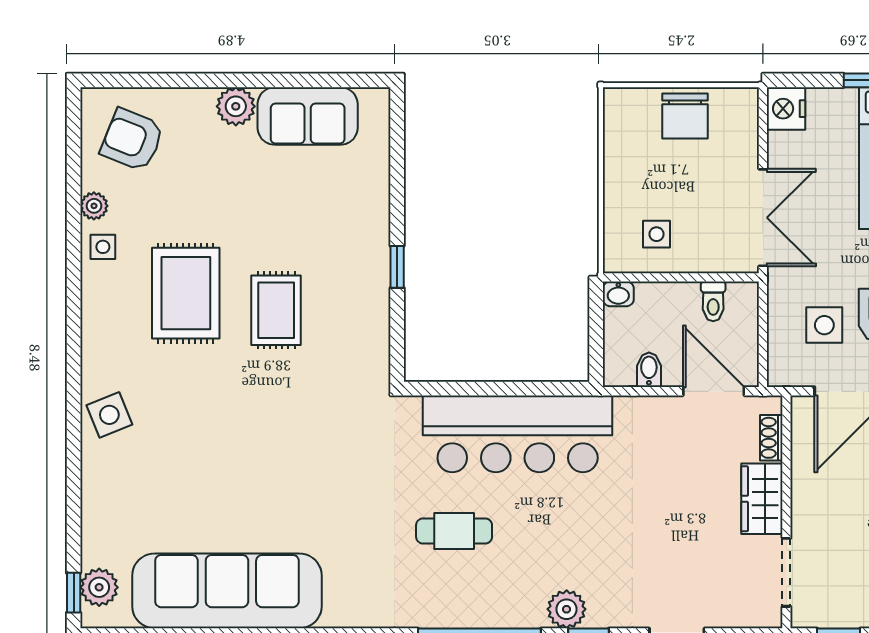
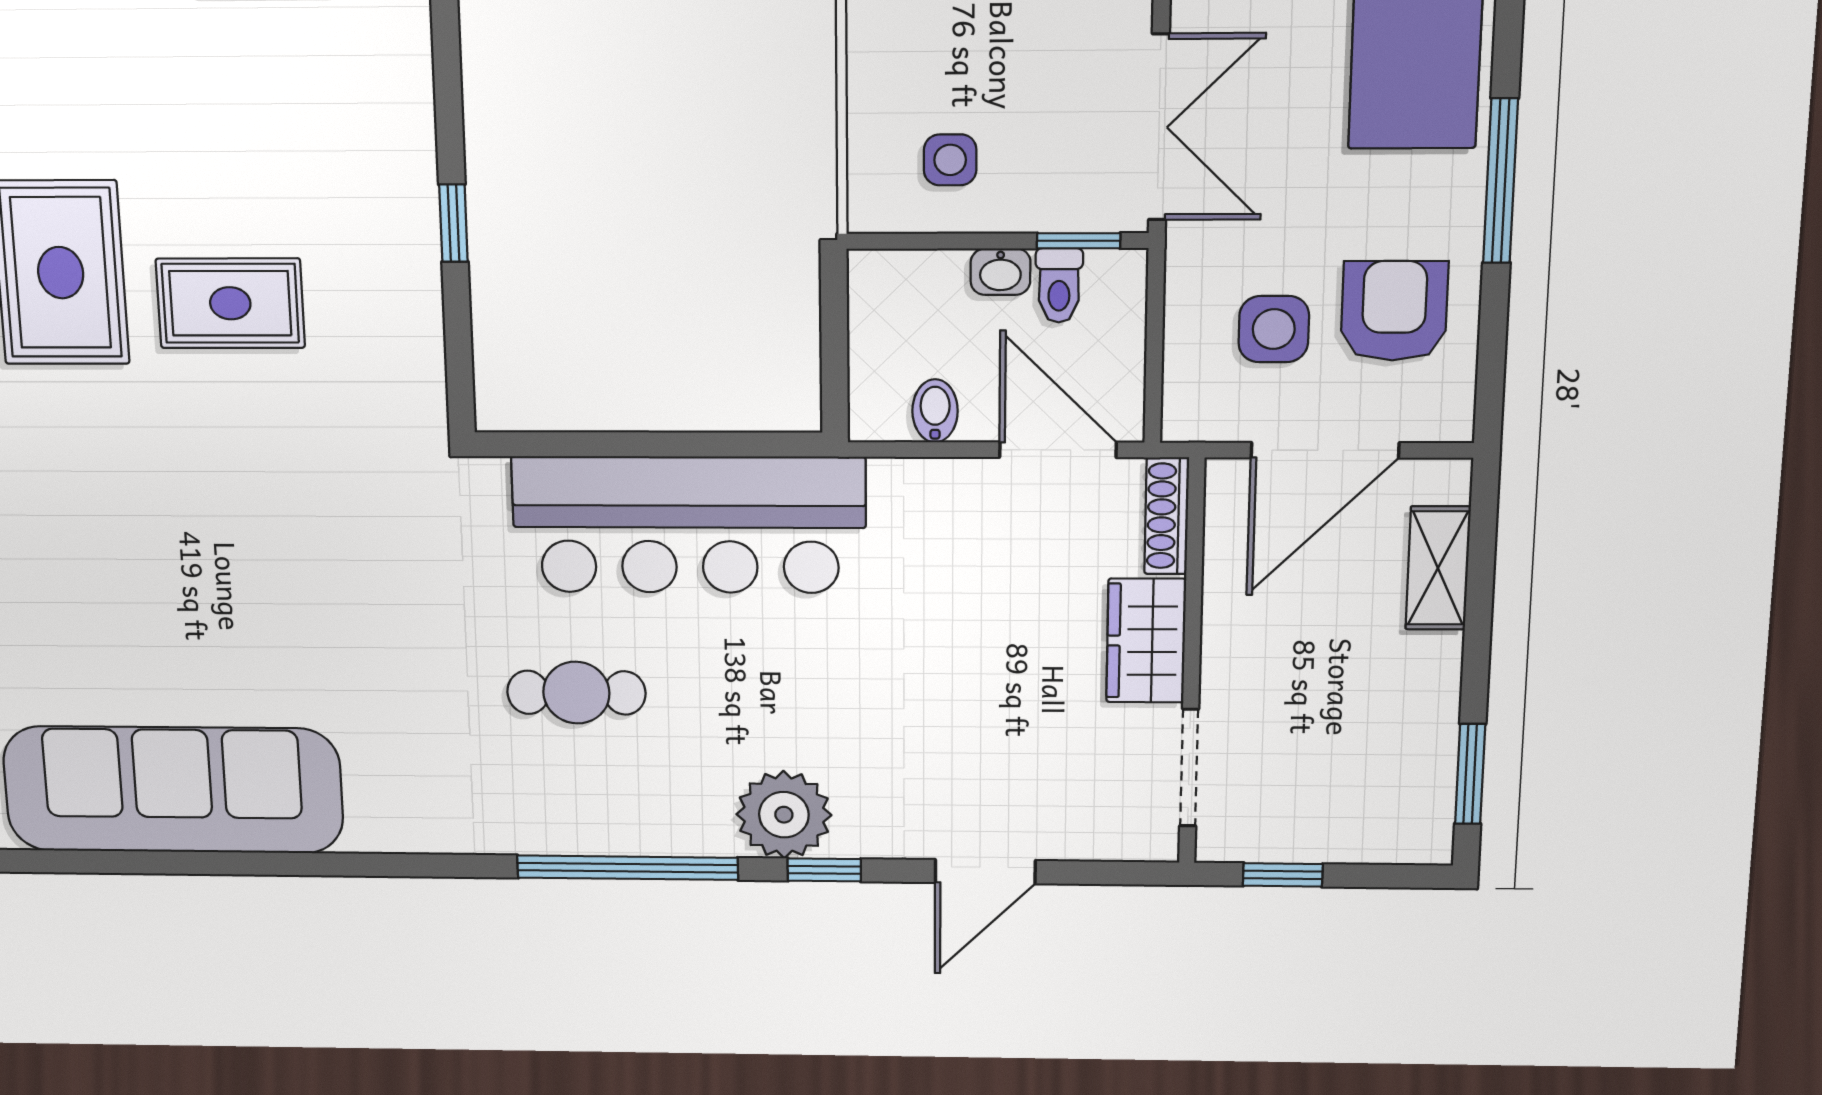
window: (723, 277) -> (1079, 241), added
washbasin: (618, 294) -> (1000, 272), moved
rug: (276, 310) -> (230, 303), turned 90
shoe rack: (771, 438) -> (1167, 516), width x1.43
plant: (567, 609) -> (784, 815), width x1.36, depth x1.36

